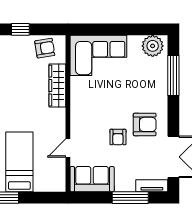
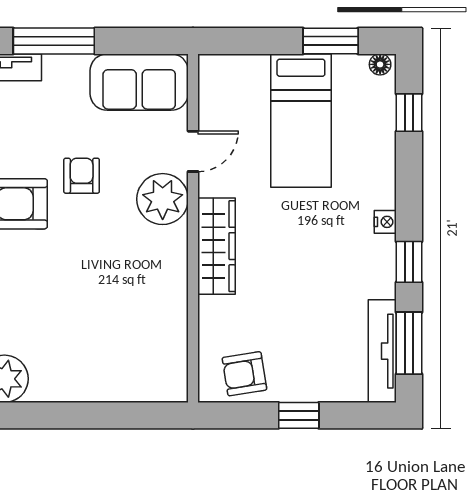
corner sofa: (98, 55) -> (125, 358), removed
wardrobe: (57, 86) -> (216, 246), moved
plant: (82, 127) -> (163, 199), added

